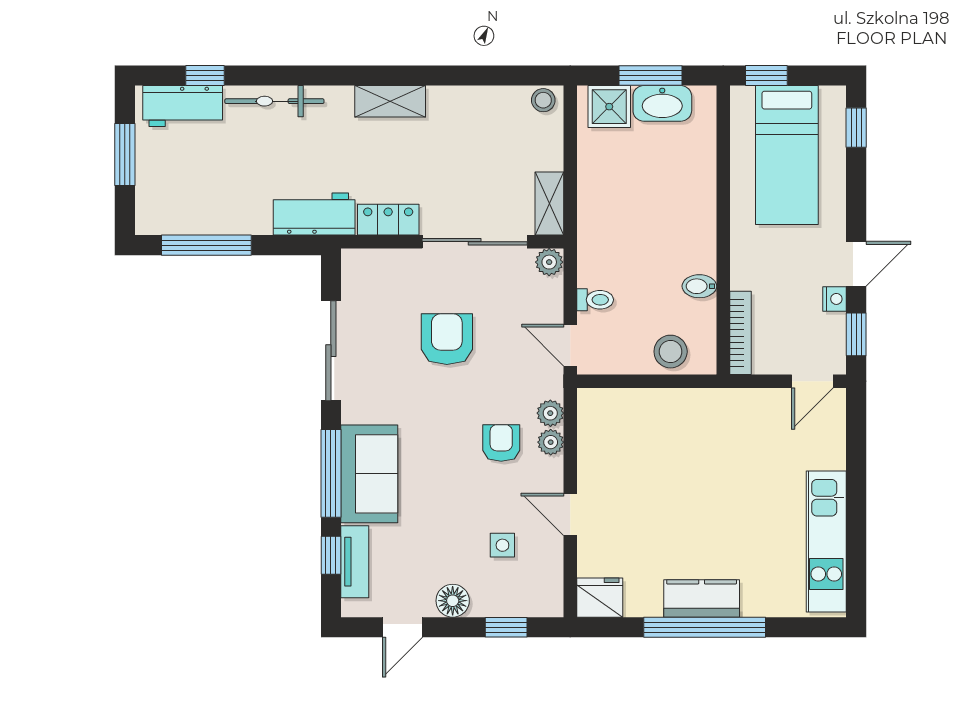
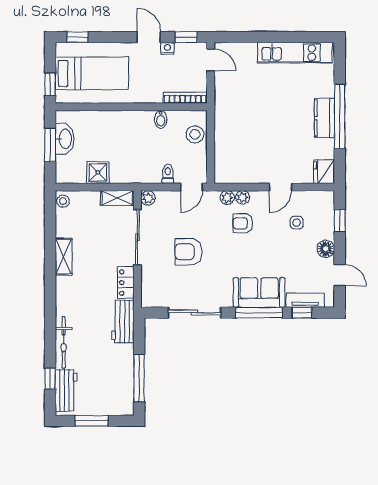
shelving: (390, 101) -> (64, 257), moved
shower: (609, 107) -> (98, 172), moved

